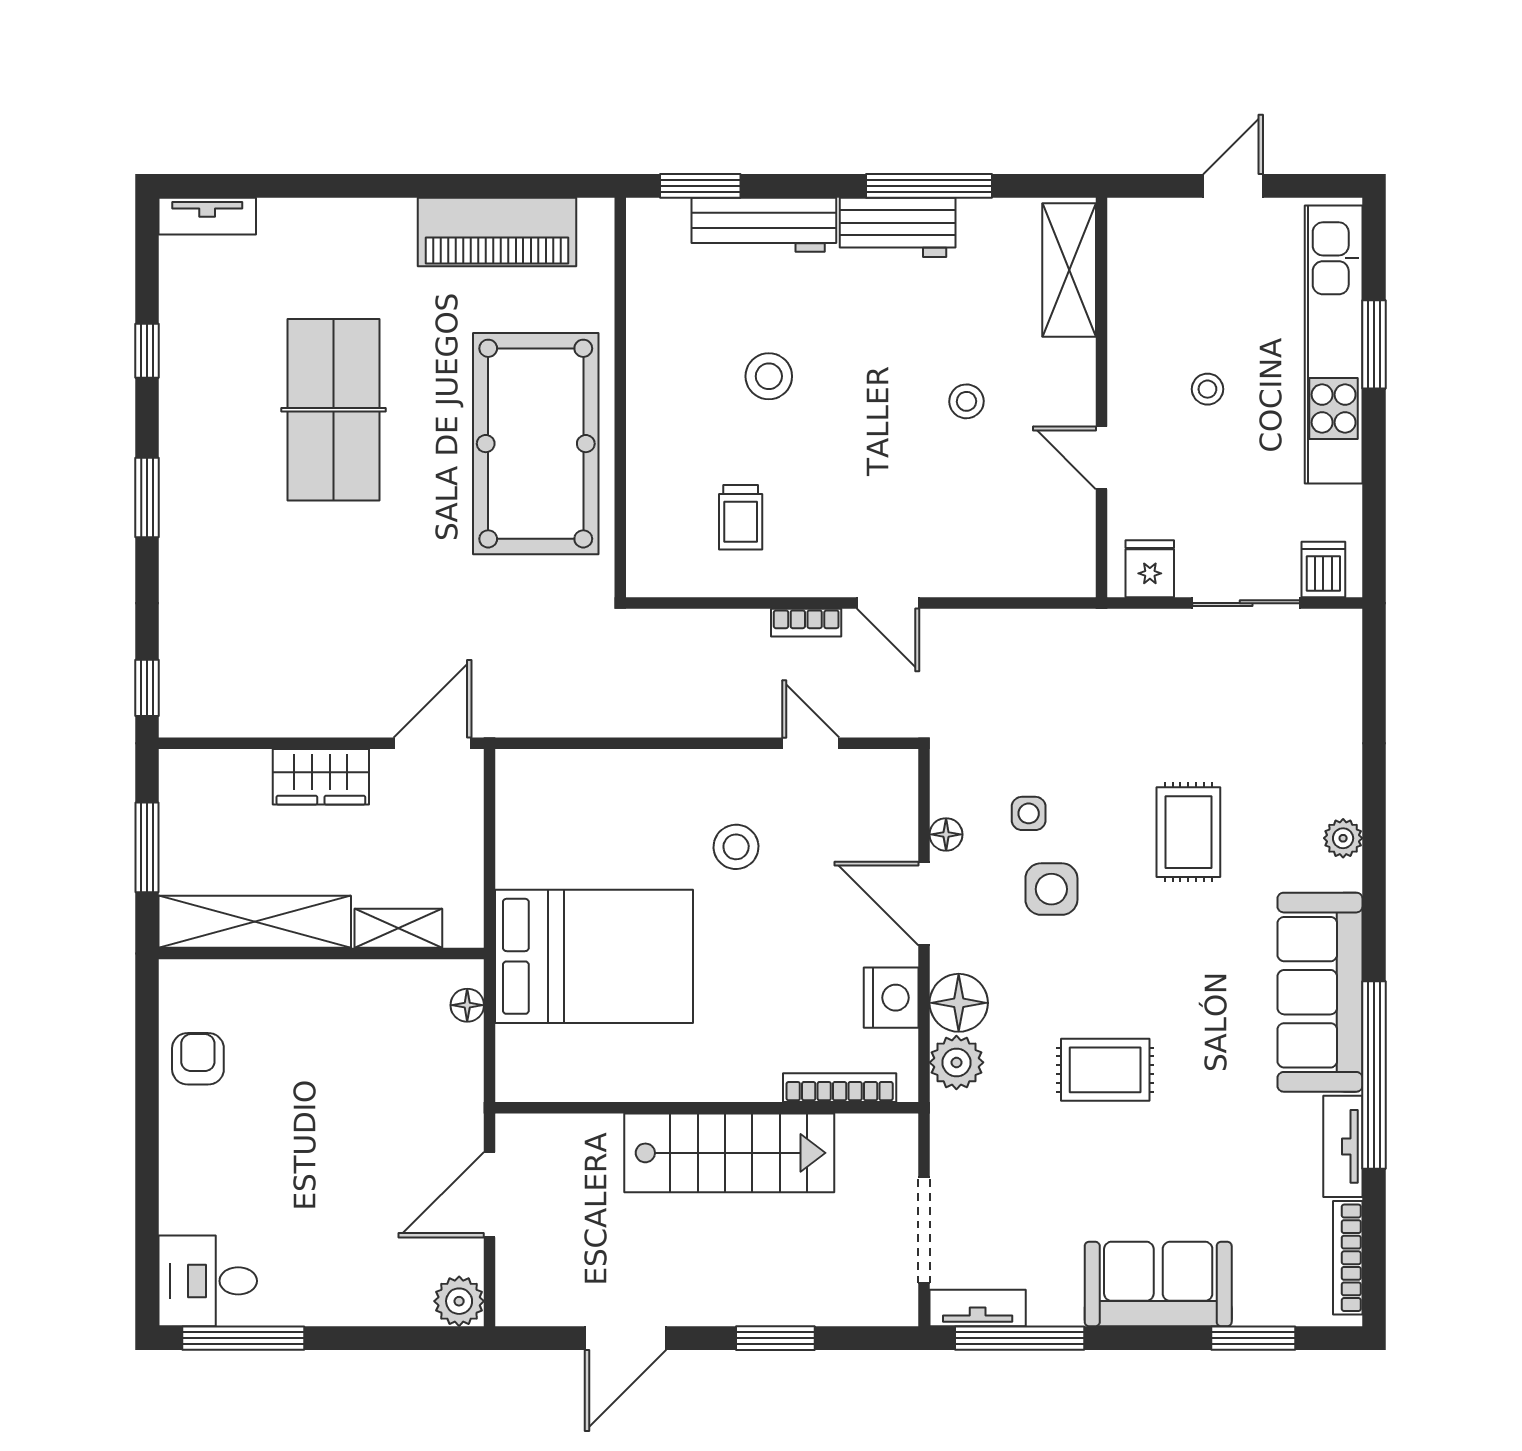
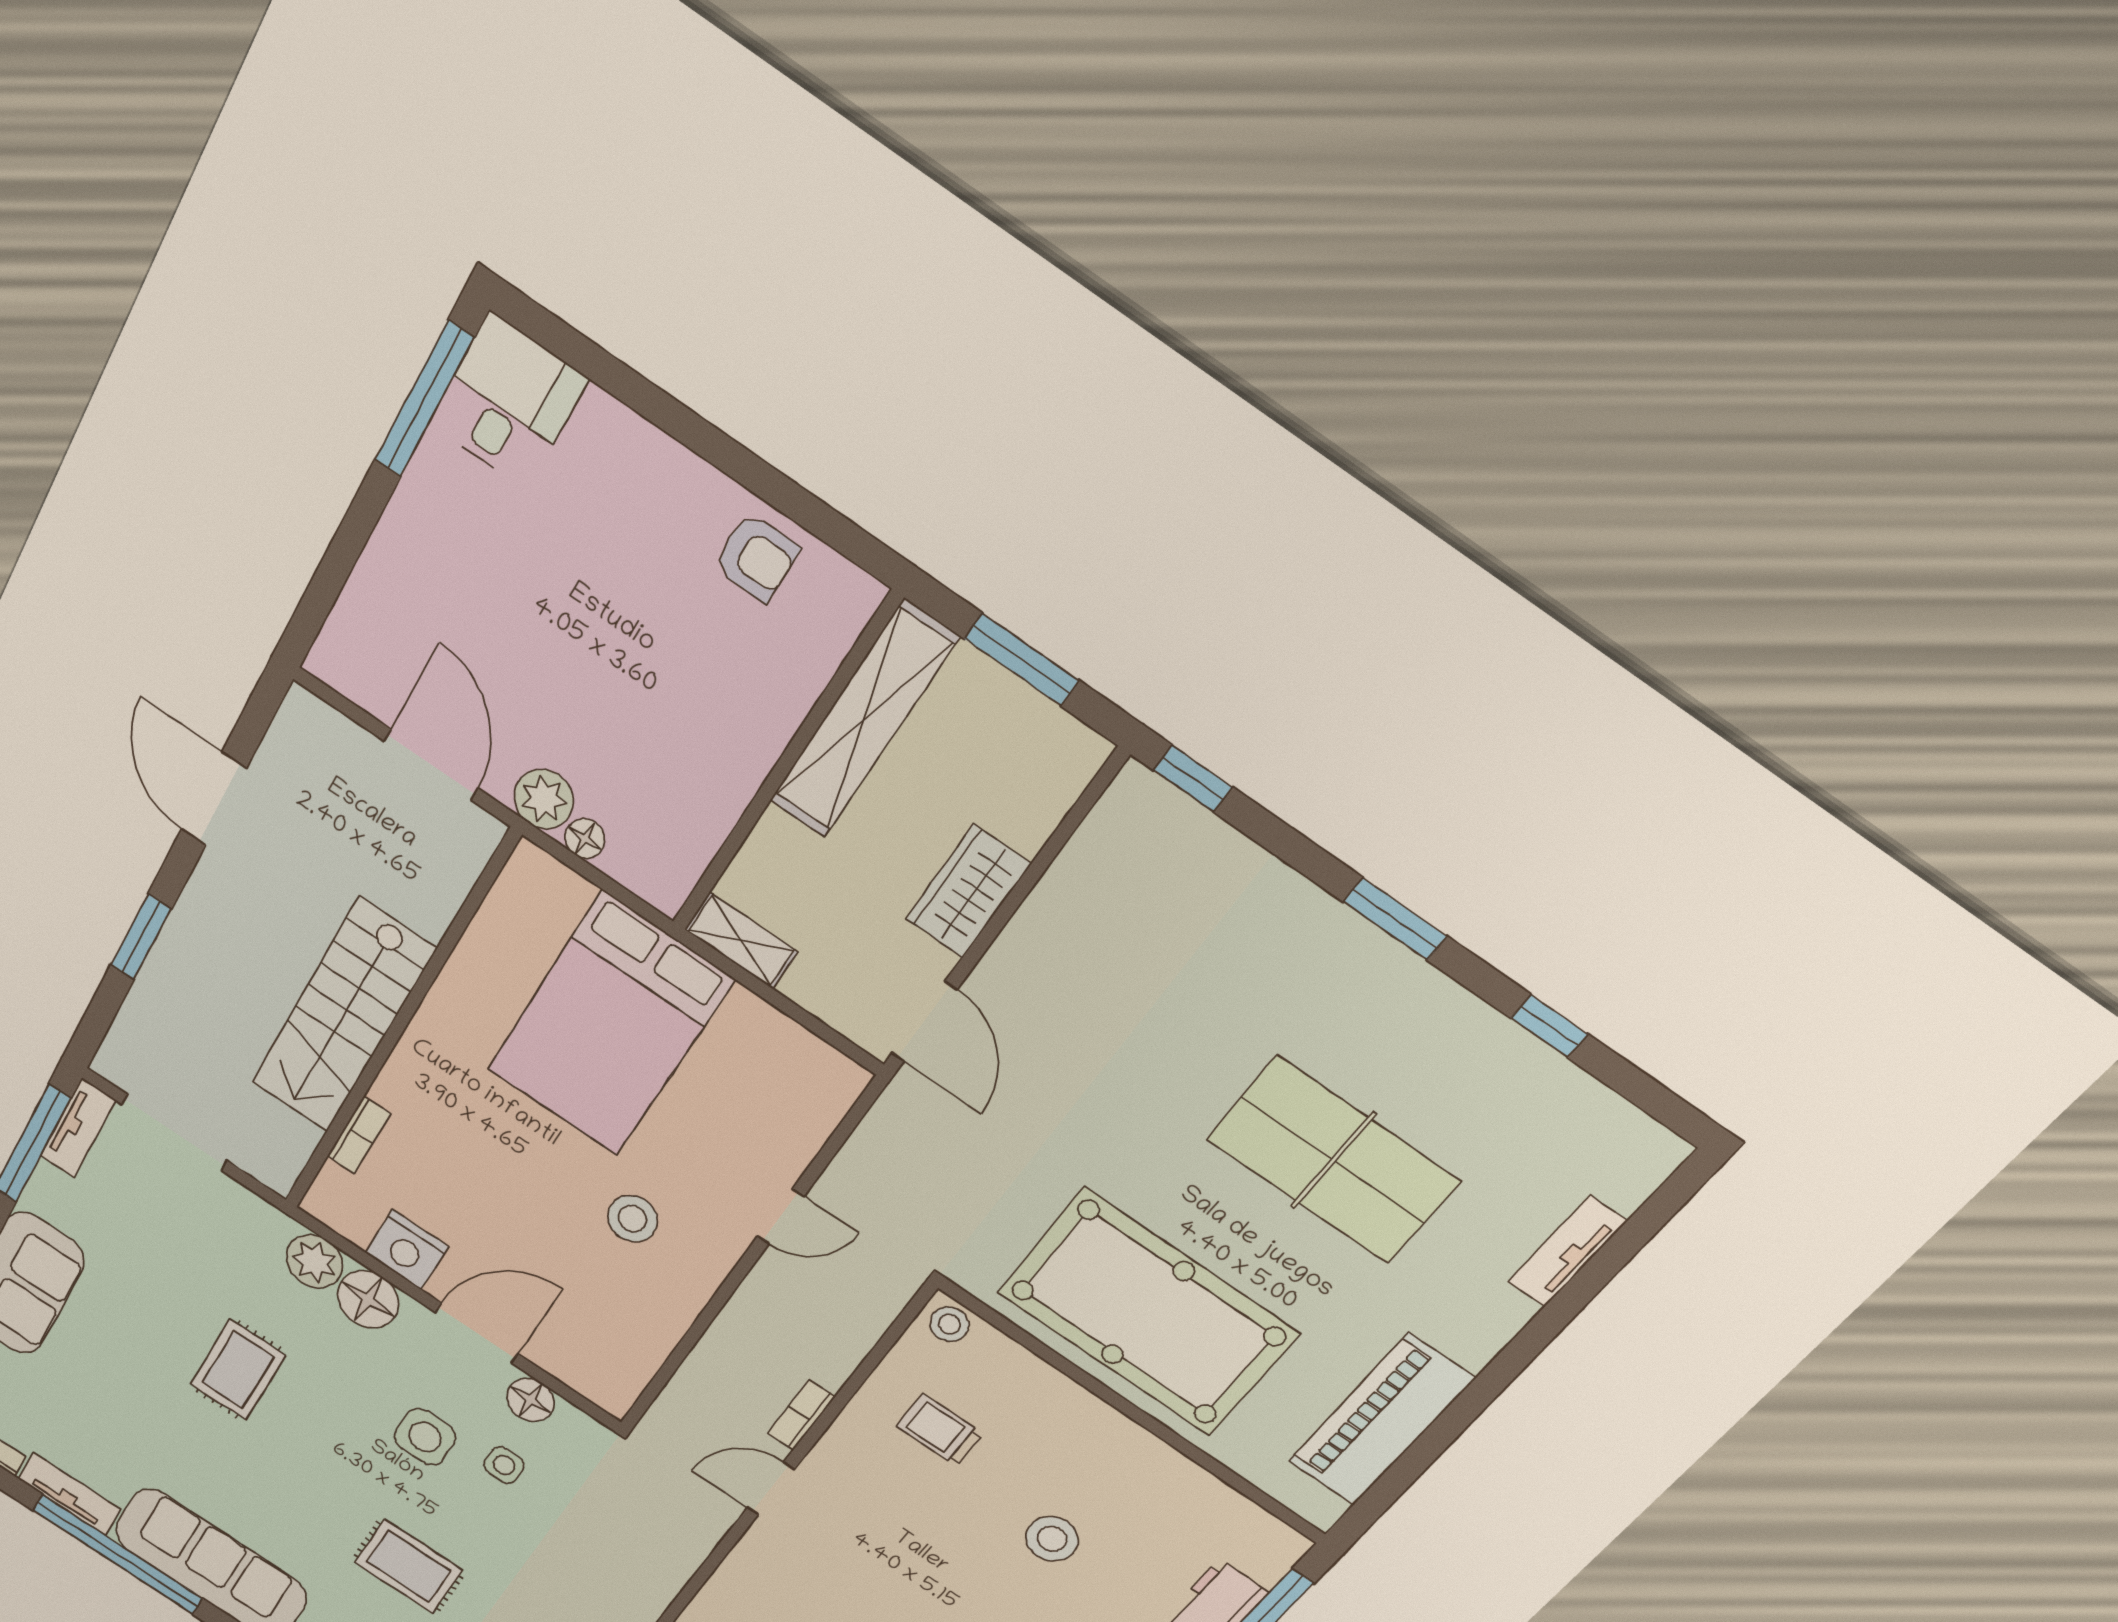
tv unit: (207, 216) -> (1567, 1251), moved
stool: (649, 570) -> (950, 1324), added
door: (811, 743) -> (781, 1217), moved
floor lamp: (946, 834) -> (531, 1400), width x1.37, depth x1.37
shelving: (398, 928) -> (741, 941), moved, turned 90
floor lamp: (467, 1005) -> (585, 839), moved
bookcase: (840, 1088) -> (359, 1135), width x0.64
plant: (459, 1301) -> (544, 799), moved

